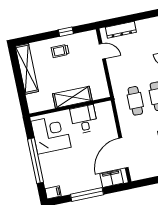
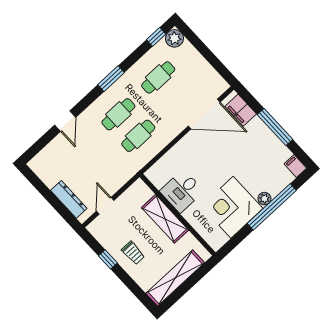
shelving: (72, 97) -> (165, 219), moved
wall: (70, 107) -> (178, 215), moved
desk: (84, 119) -> (182, 191), moved
plant: (44, 159) -> (264, 199), added

